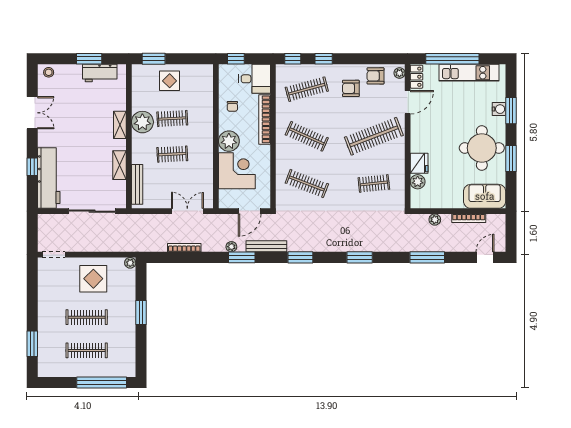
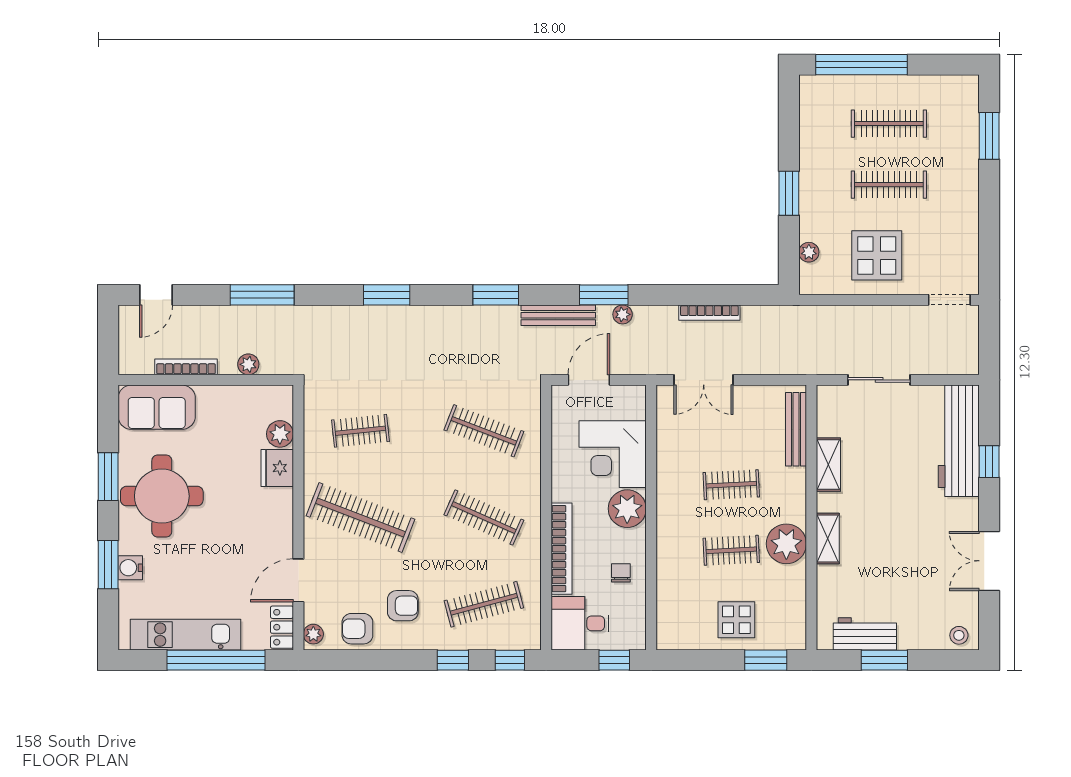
armchair: (376, 76) -> (357, 629), turned 180
clothes rail: (374, 136) -> (360, 518), turned 42
sliding door: (92, 211) -> (879, 380), width x0.73
plant: (130, 263) -> (809, 252), moved

